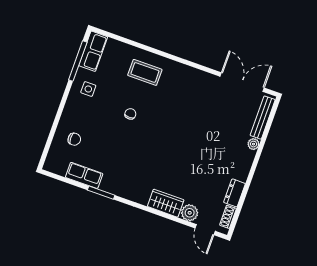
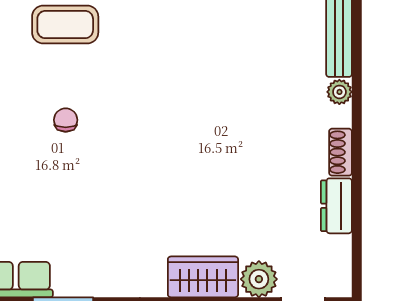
shoe rack: (228, 217) -> (340, 152), moved

